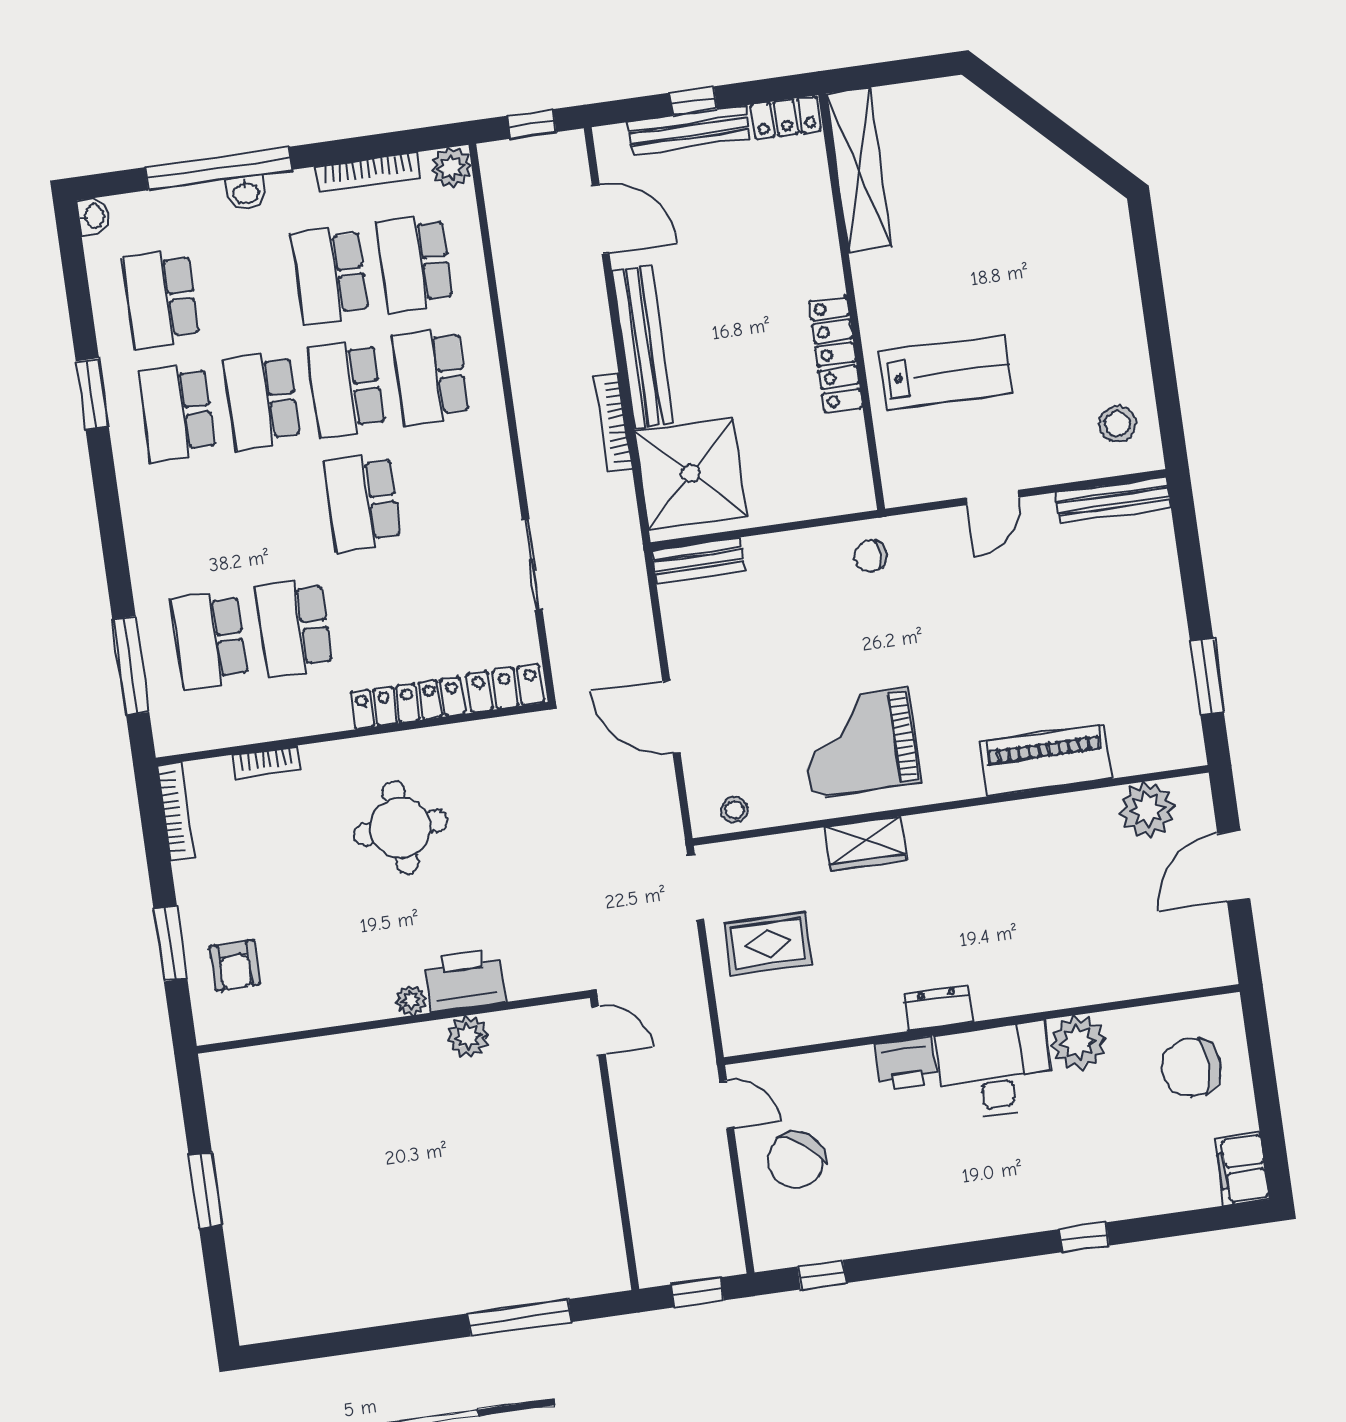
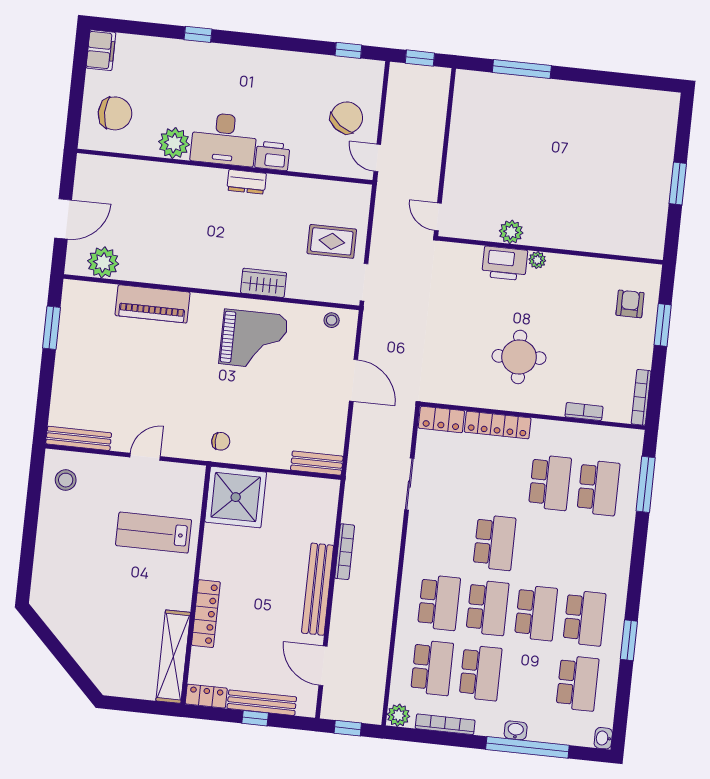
locker: (836, 354) -> (206, 614), moved
shower: (691, 473) -> (236, 497), moved

